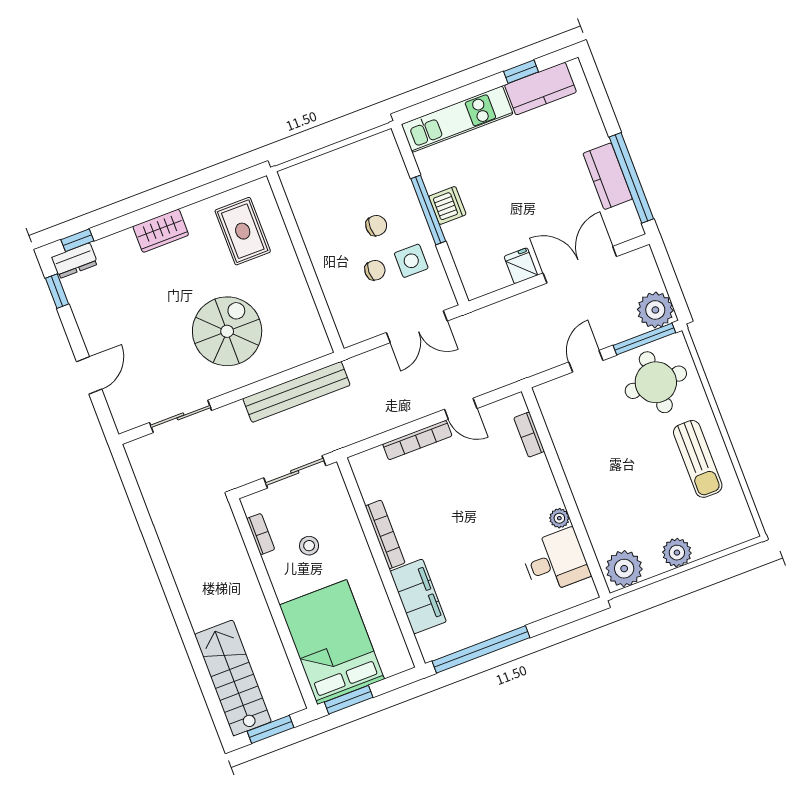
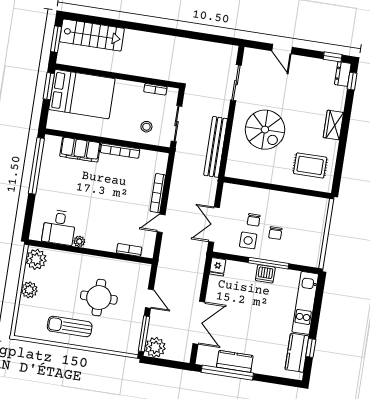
fridge: (521, 266) -> (218, 267), moved, turned 90
round table: (656, 382) -> (99, 298), moved
stool: (309, 546) -> (146, 127), moved

